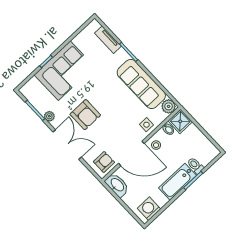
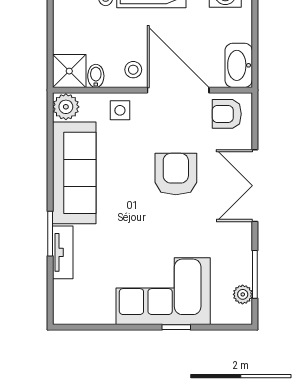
tv unit: (108, 40) -> (63, 252), moved
armchair: (85, 115) -> (176, 174), moved
plant: (49, 116) -> (243, 294), moved

